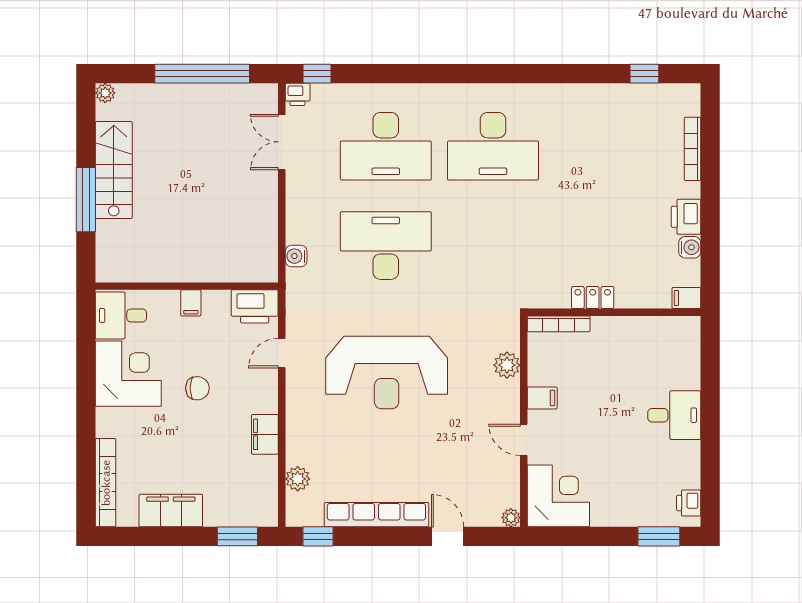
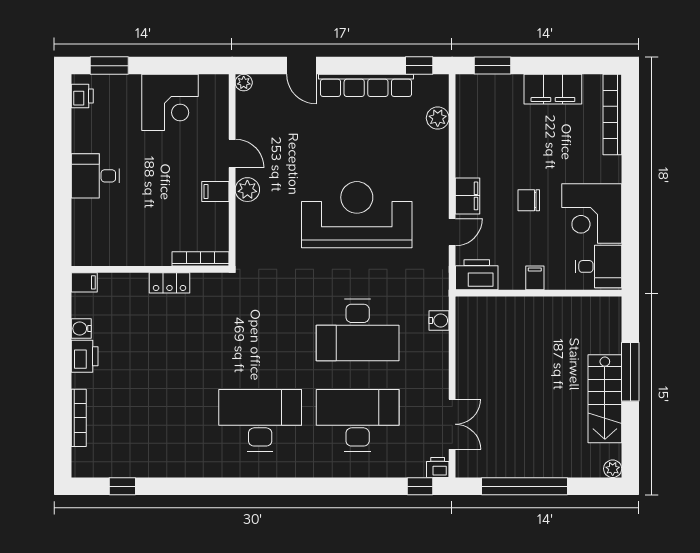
plant: (507, 365) -> (247, 190), moved
filing cabinet: (265, 434) -> (467, 196), moved
corner desk: (558, 496) -> (170, 102), moved, turned -90

